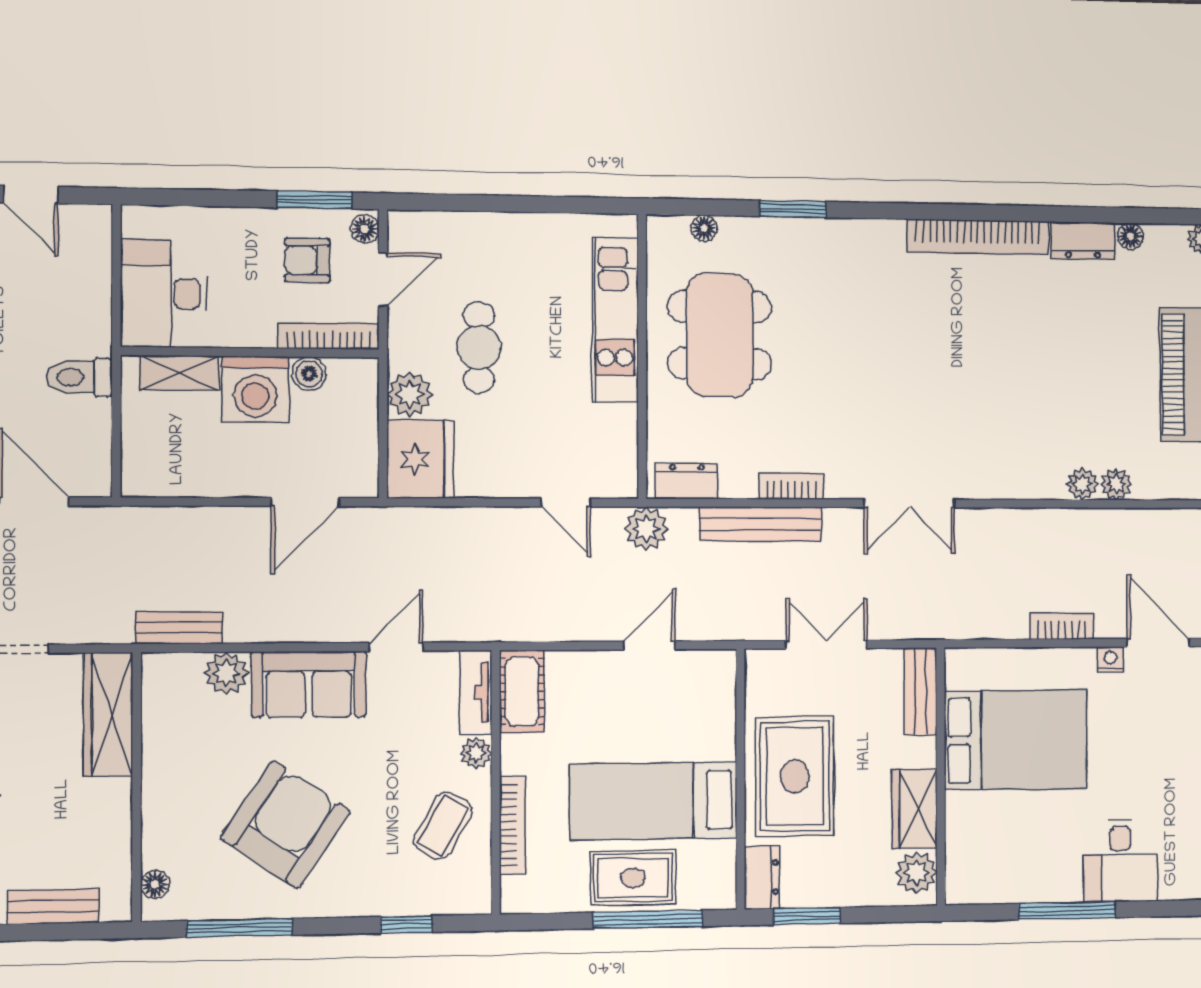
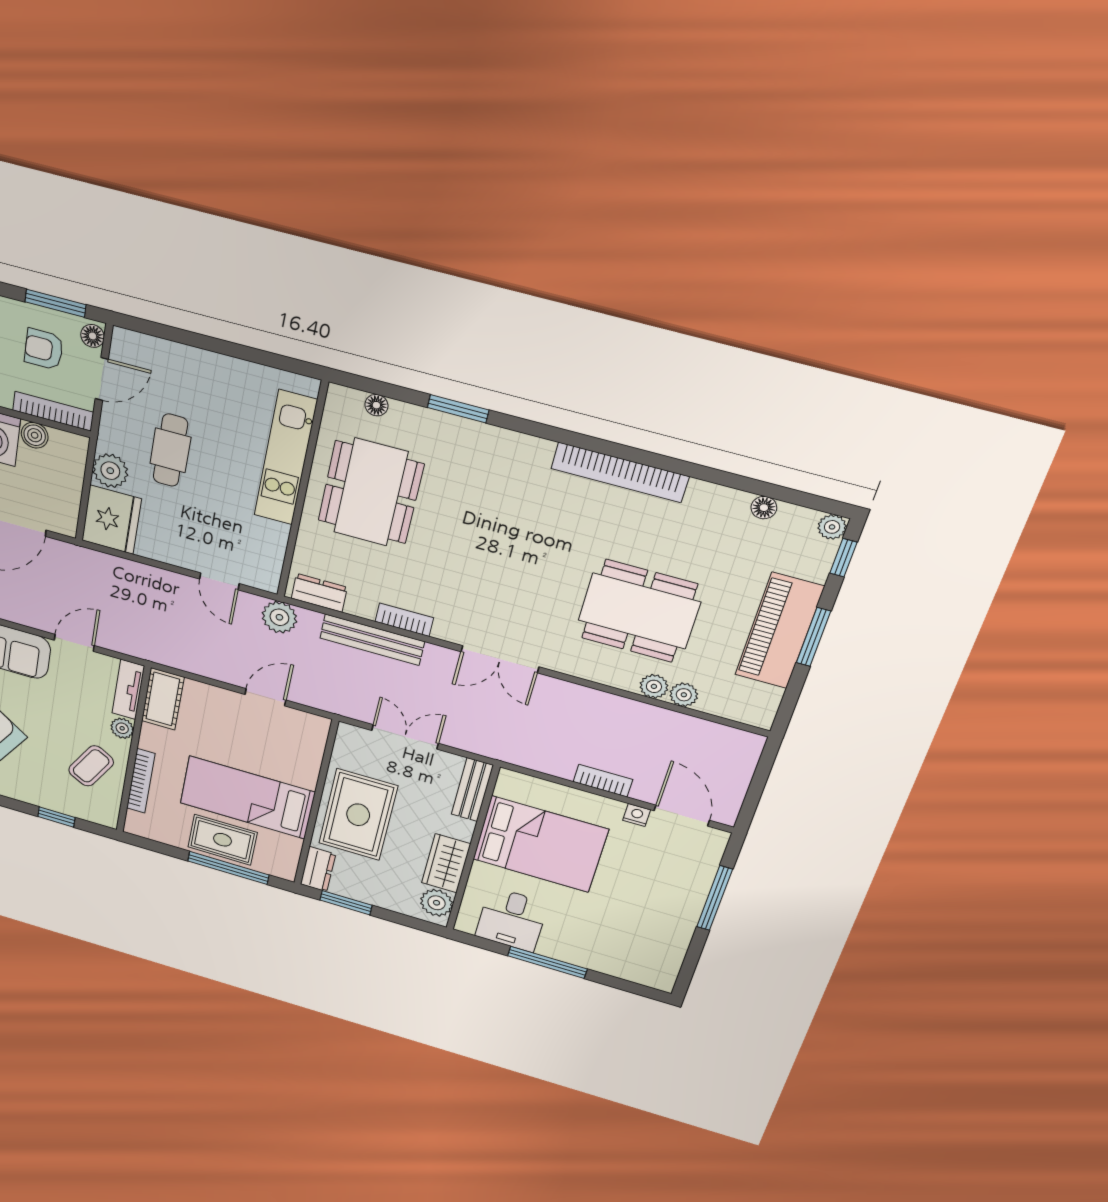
dresser: (1083, 241) -> (717, 500), removed
dining table: (1042, 395) -> (639, 611), added
desk: (1120, 861) -> (512, 920), moved

